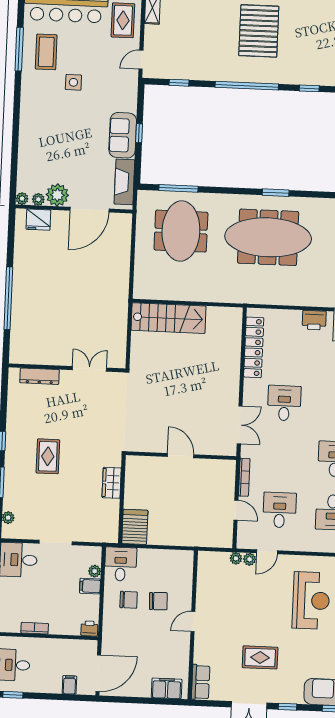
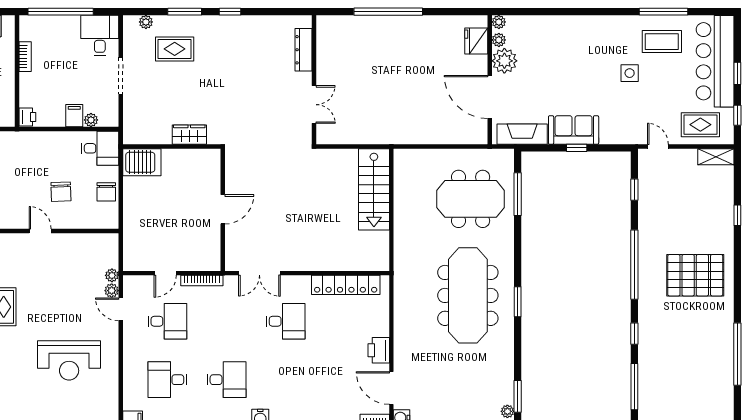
rug: (48, 456) -> (175, 49), moved
chair: (129, 600) -> (106, 192), moved

